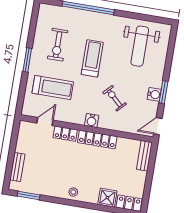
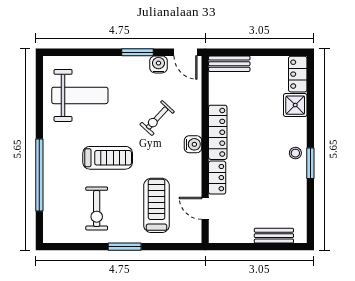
exercise bike: (58, 45) -> (97, 208), turned 90
treadmill: (92, 58) -> (108, 158), turned 180
water cooler: (154, 94) -> (158, 64), moved
window: (29, 195) -> (310, 163), moved

